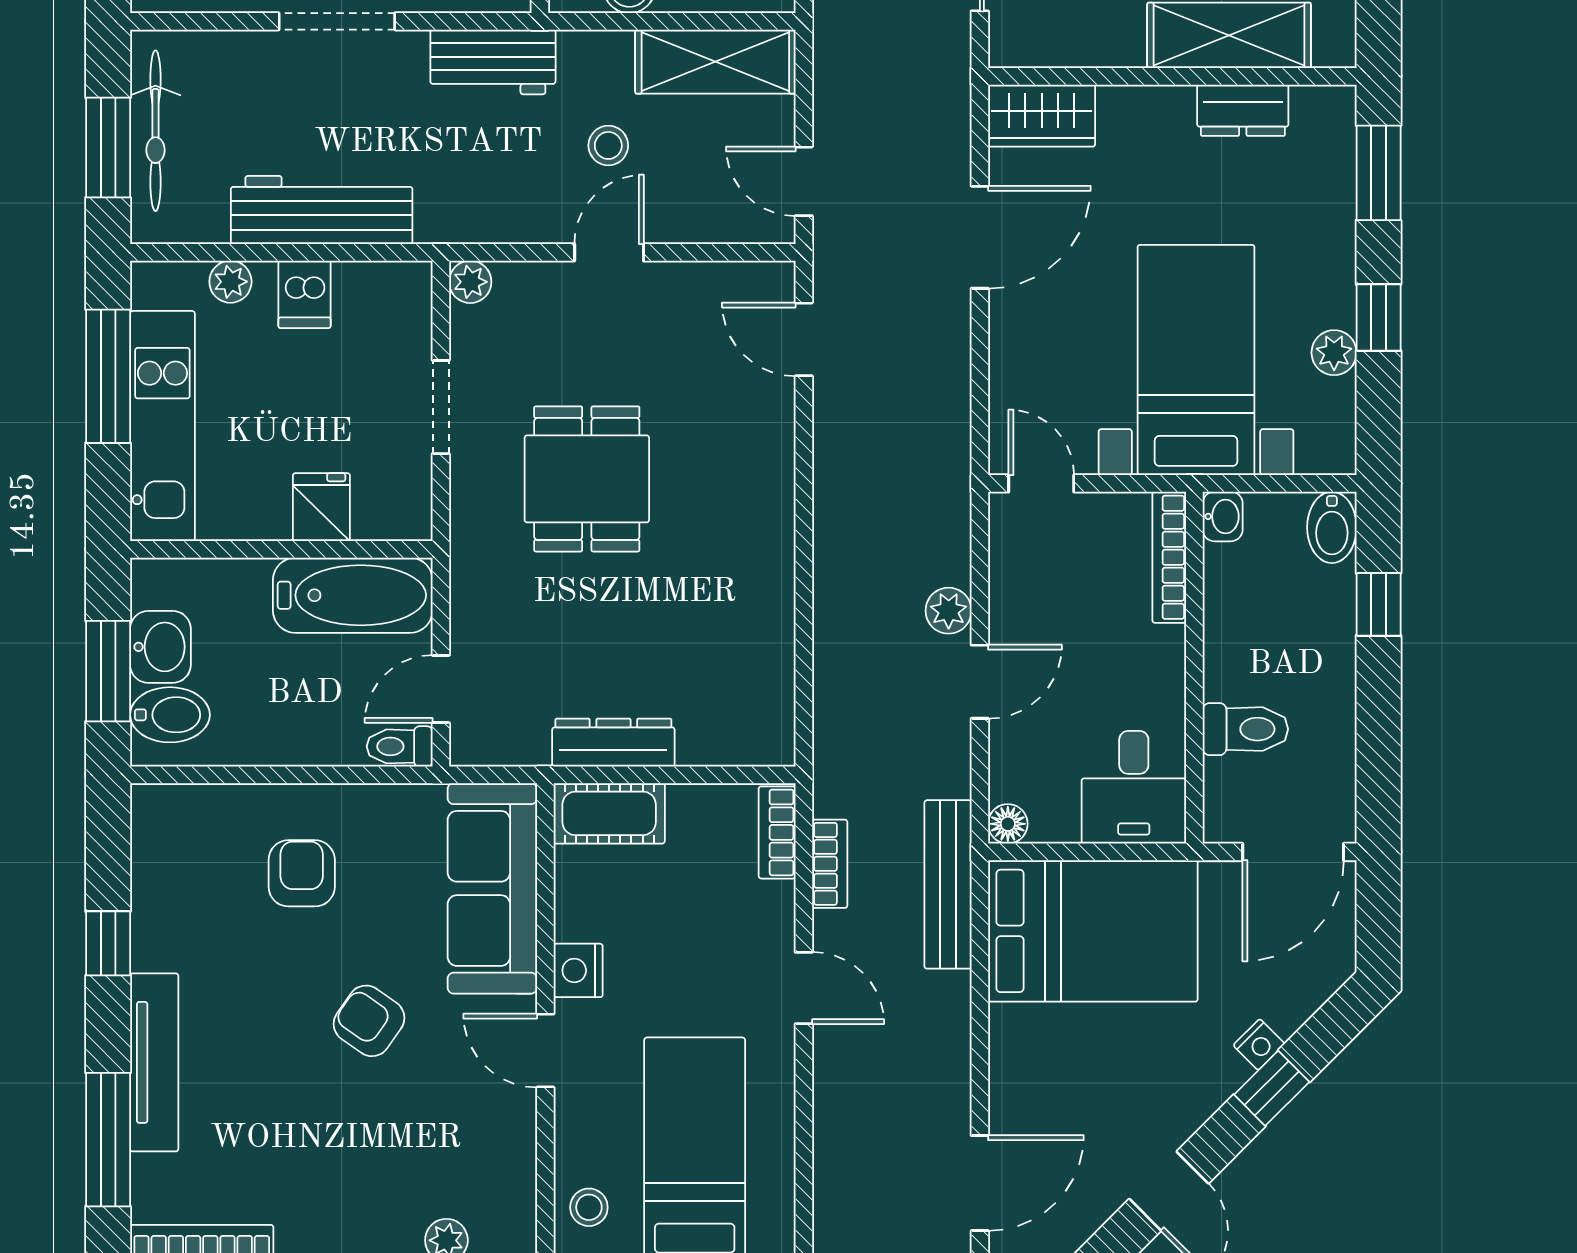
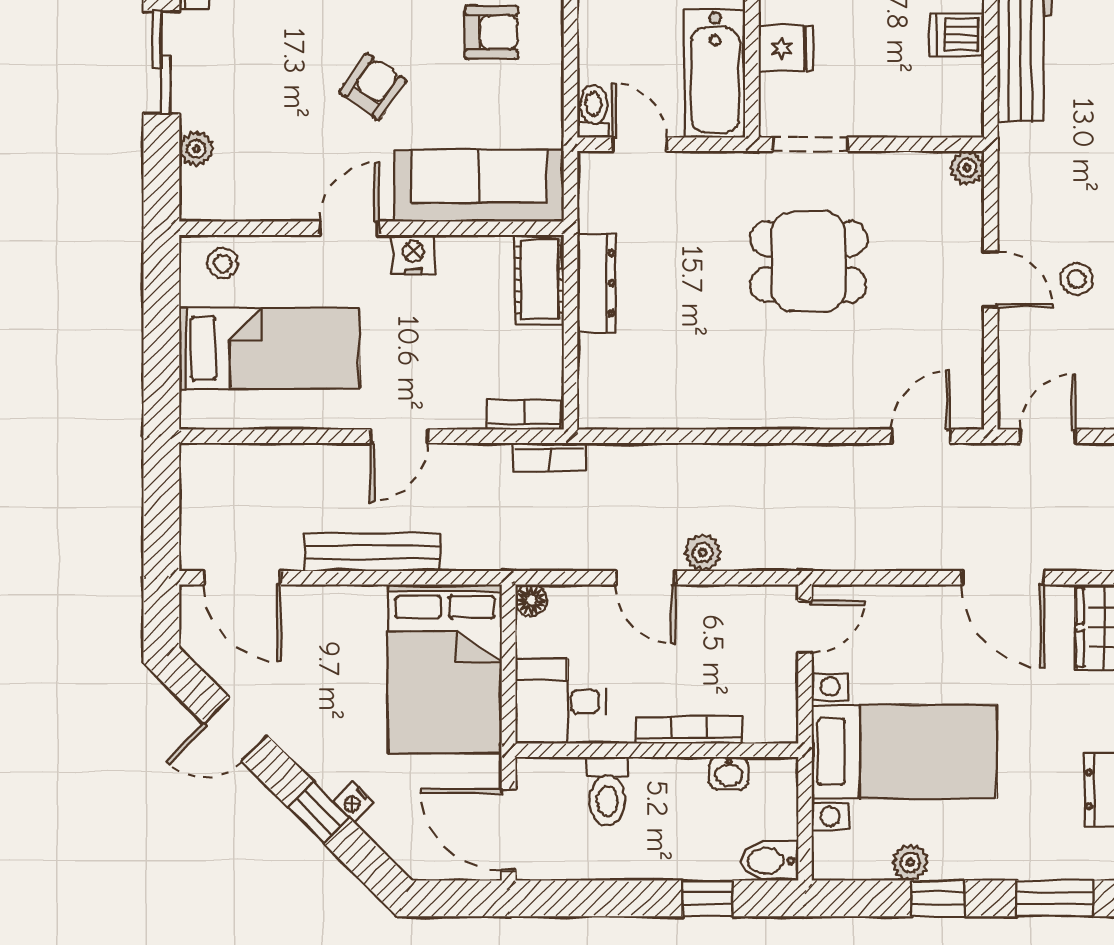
doorway: (441, 407) -> (810, 144), moved
washbasin: (1223, 516) -> (729, 773), moved
bookcase: (1169, 557) -> (689, 730), moved
bookcase: (830, 864) -> (550, 457), moved
bench: (948, 884) -> (373, 552), moved

